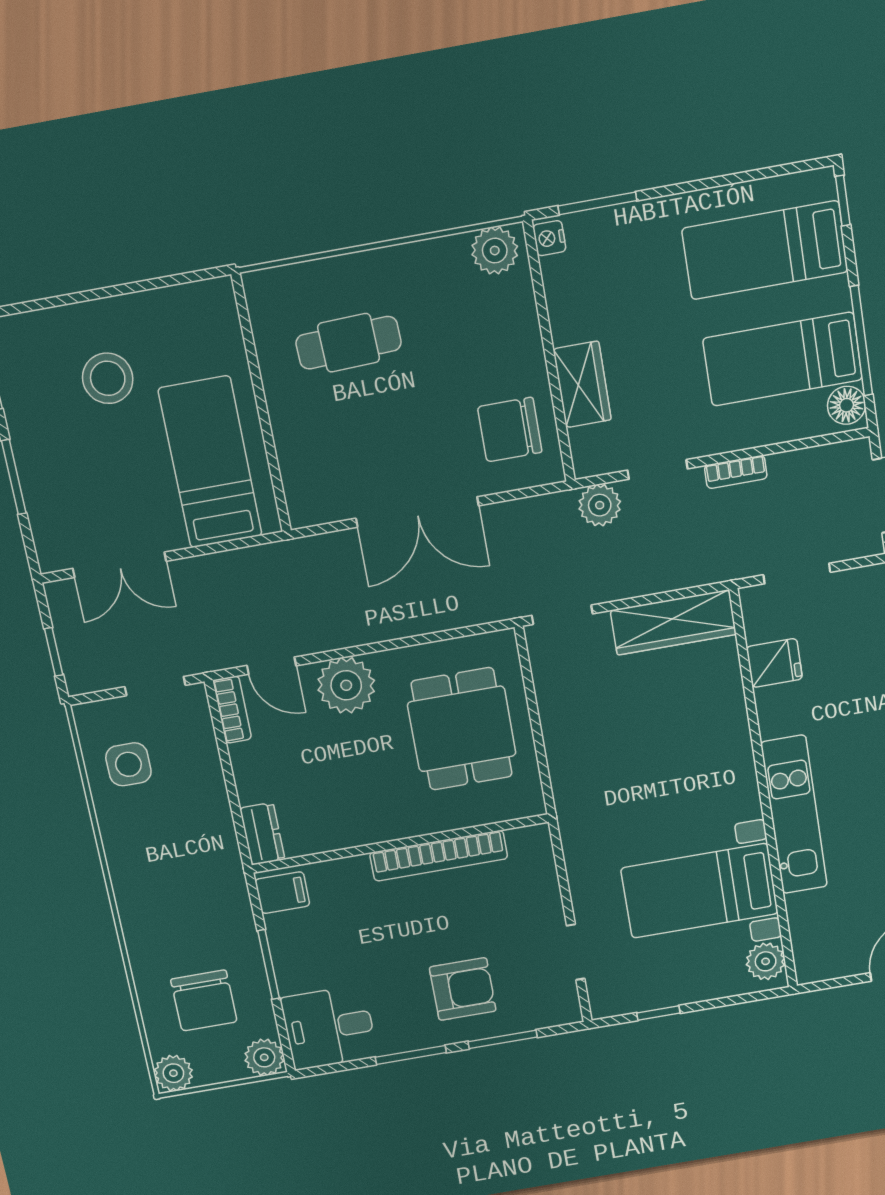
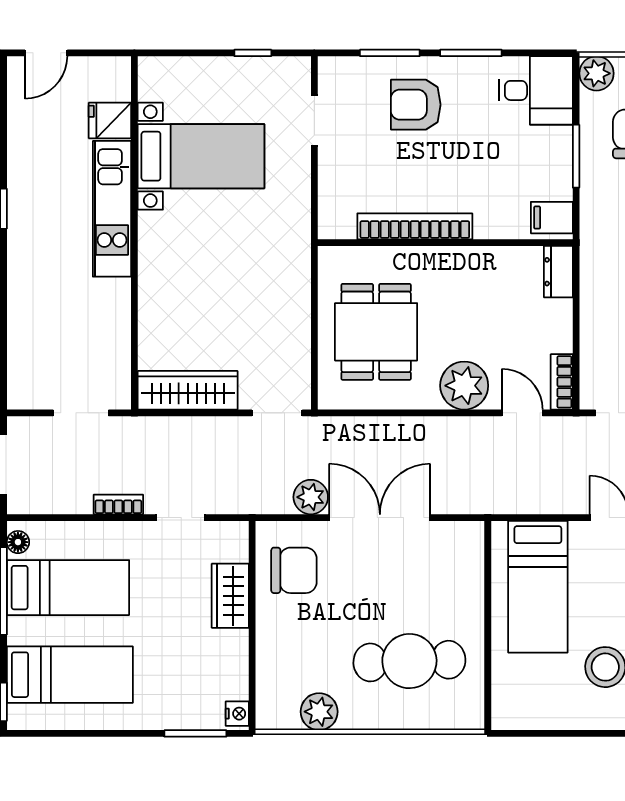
plant: (495, 251) -> (319, 712), moved
cafe table: (349, 343) -> (409, 661), width x1.37, depth x1.35
floor lamp: (847, 405) -> (18, 542), width x0.73, depth x0.73
plant: (600, 505) -> (311, 497), moved
fridge: (774, 663) -> (110, 121), moved
plant: (766, 961) -> (155, 83), removed

